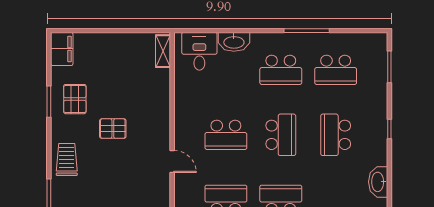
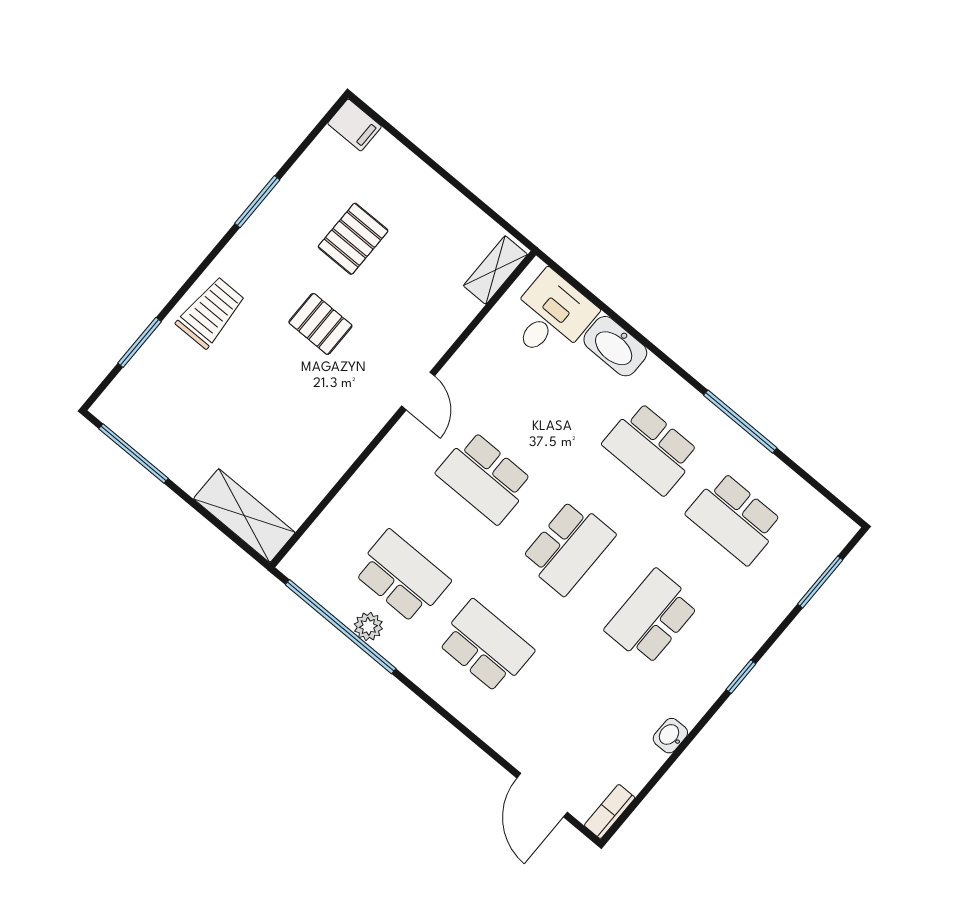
filing cabinet: (62, 49) -> (355, 125), width x0.50
pallet: (75, 99) -> (353, 239), moved
door: (172, 161) -> (418, 391), moved
washbasin: (378, 182) -> (670, 736), width x0.52, depth x0.69

